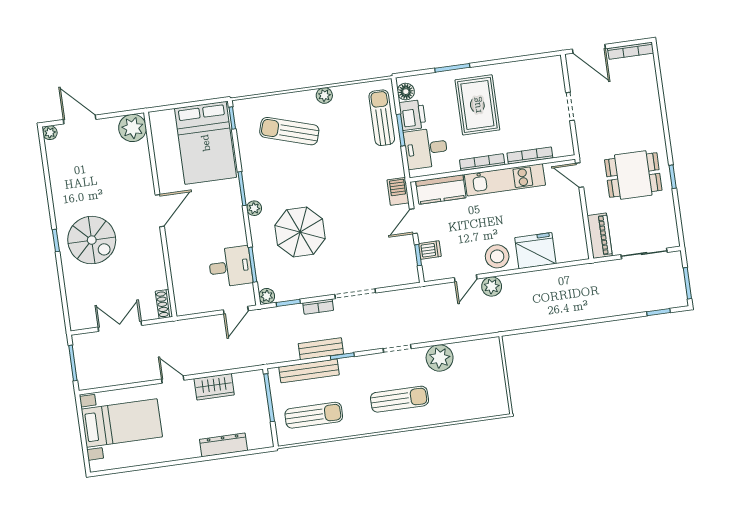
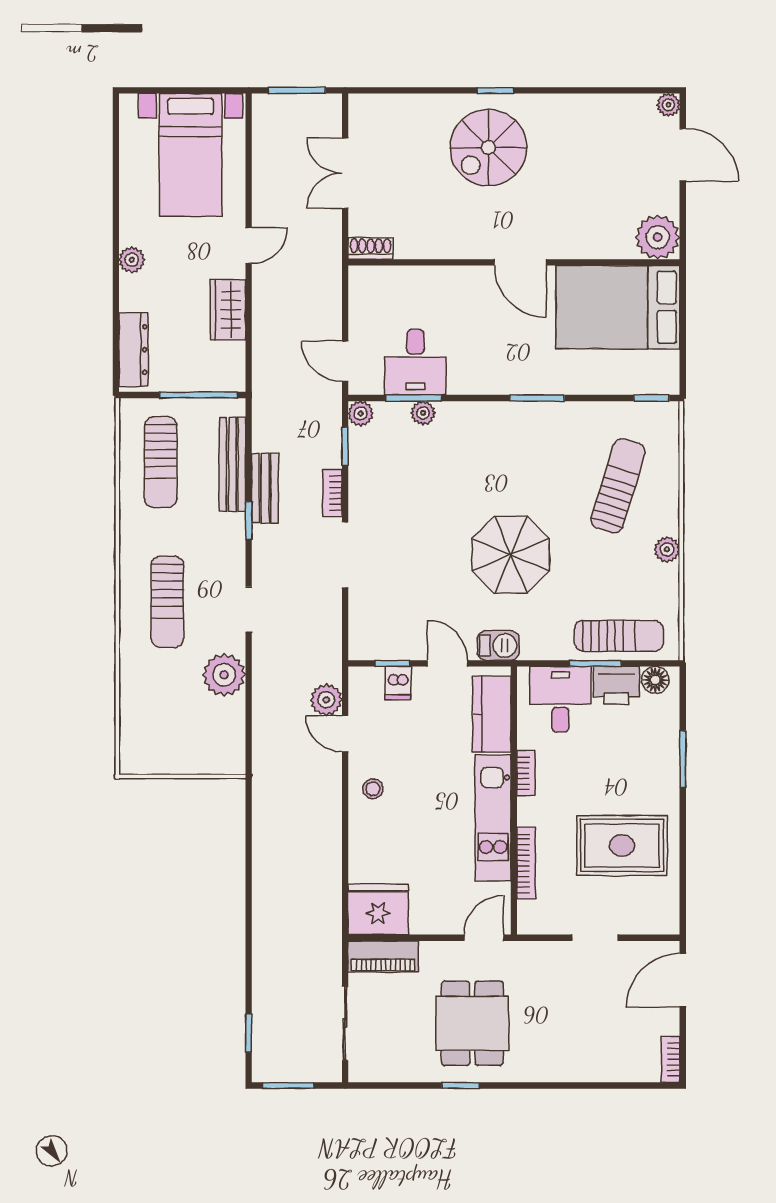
bookcase: (631, 51) -> (671, 1059), width x0.64
rug: (477, 105) -> (622, 845), moved
door: (80, 120) -> (683, 155), hinge flipped
bed: (206, 143) -> (618, 307), moved
bookcase: (482, 162) -> (526, 773), width x0.64
plant: (254, 208) -> (423, 413), moved
parasol: (300, 232) -> (511, 555), moved
fridge: (535, 251) -> (378, 909), moved, turned -90
stool: (497, 256) -> (373, 789), width x0.53, depth x0.53
plant: (492, 286) -> (326, 700), moved
double door: (120, 326) -> (345, 173), swing flipped
dresser: (223, 445) -> (133, 350), moved
plant: (191, 450) -> (132, 260), added

